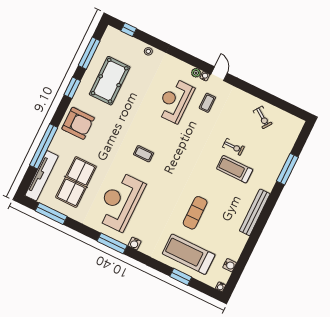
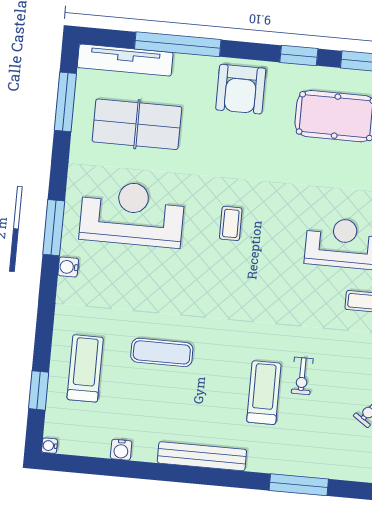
treadmill: (189, 254) -> (85, 368), width x0.73, depth x0.73
water cooler: (230, 265) -> (121, 450), moved
window: (181, 277) -> (39, 390), moved

